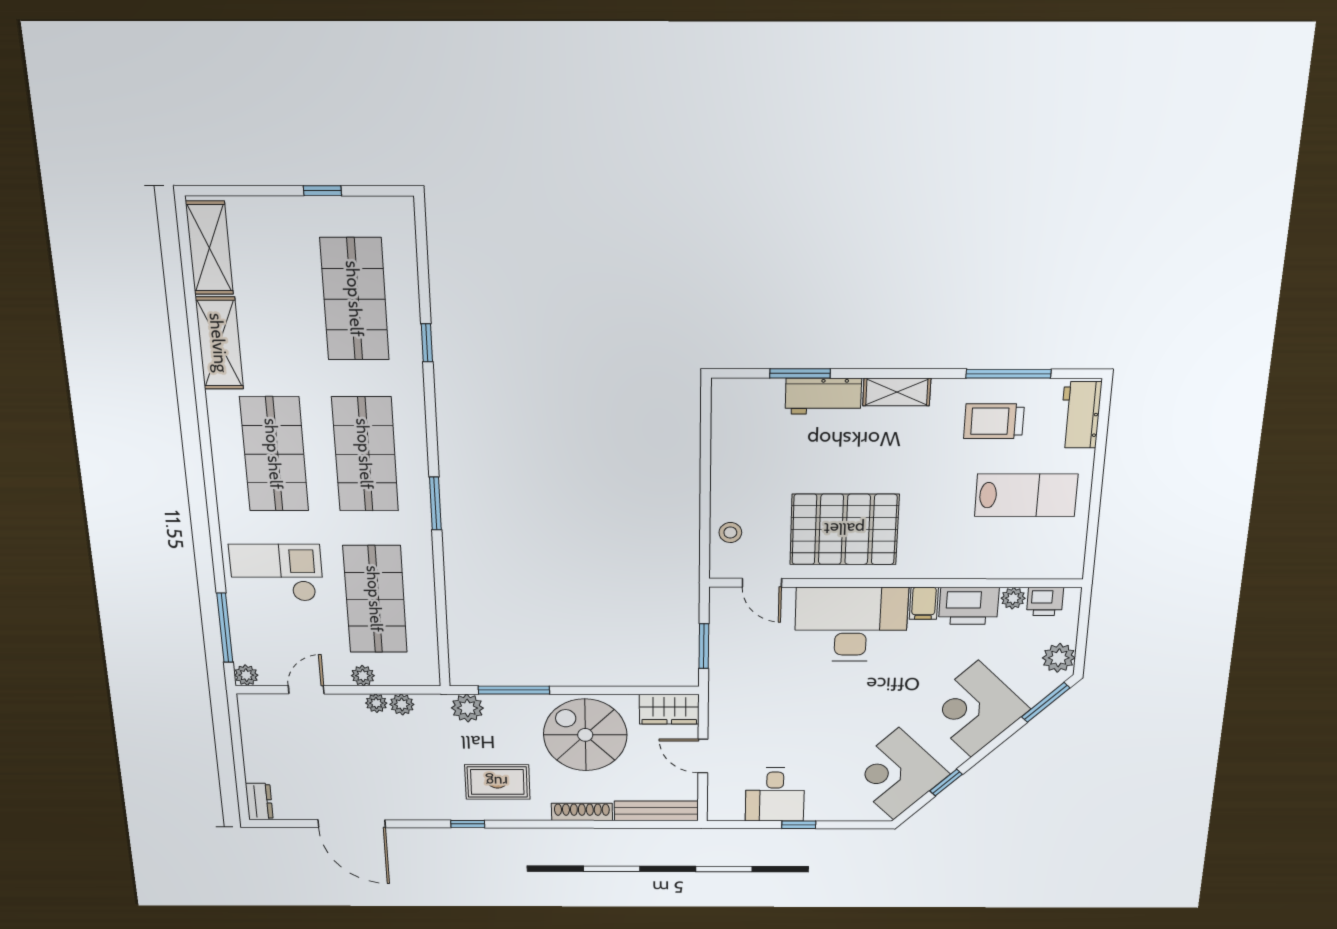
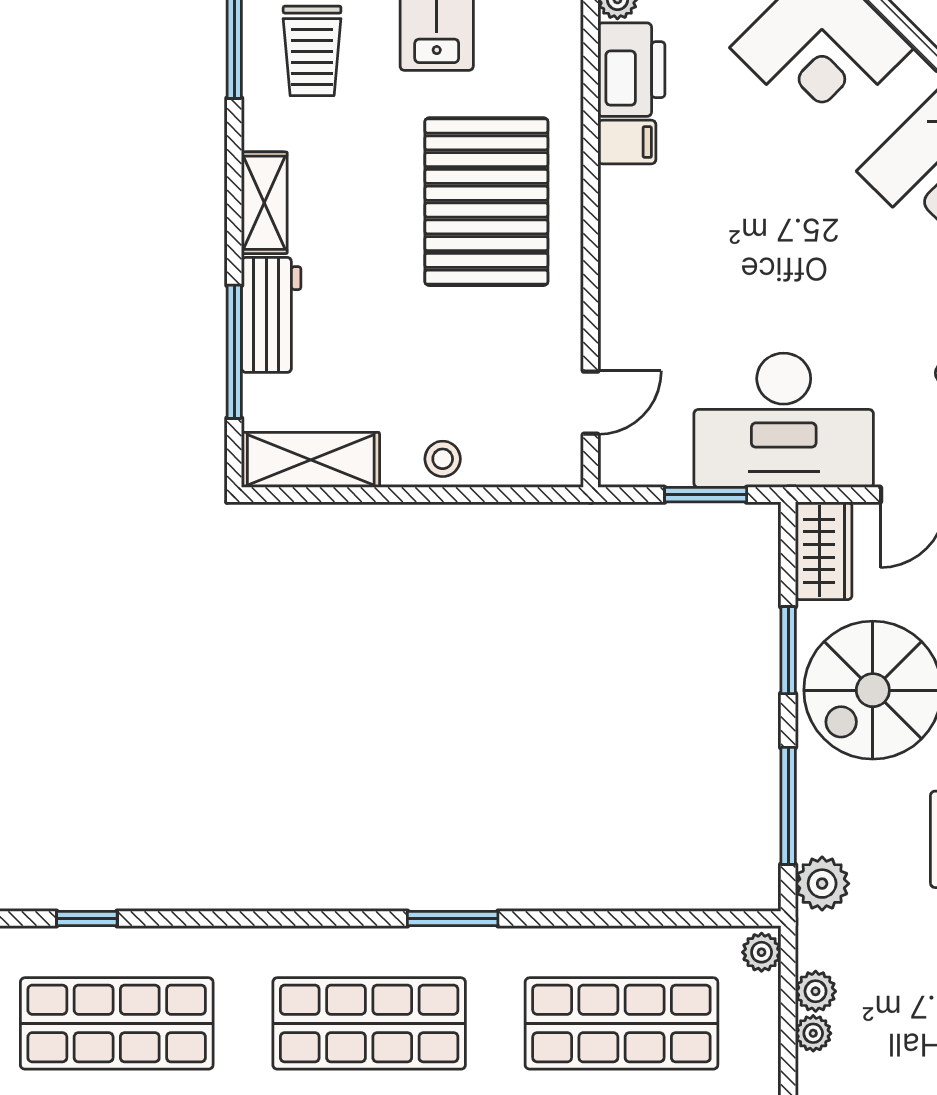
window: (427, 343) -> (87, 918), moved
window: (800, 373) -> (234, 352), width x1.44
shelving: (728, 420) -> (311, 460), added
pallet: (844, 529) -> (486, 202), moved
stool: (730, 533) -> (443, 459), moved
desk: (851, 624) -> (784, 420), moved, turned -90
plant: (363, 676) -> (762, 952), moved
window: (609, 690) -> (788, 650), added

